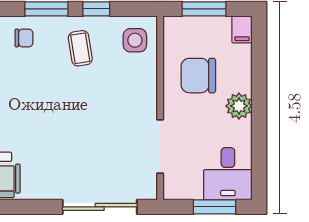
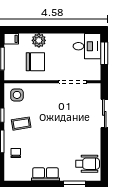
chair: (198, 76) -> (35, 62), turned -90
plant: (239, 106) -> (39, 40), moved
sliding door: (100, 207) -> (104, 113), width x0.73

